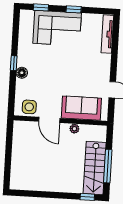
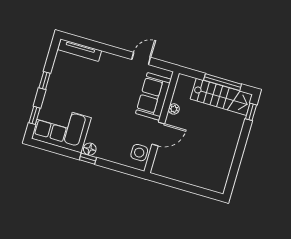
corner sofa: (57, 28) -> (61, 128), moved, turned -90
floor lamp: (22, 73) -> (90, 149), moved

